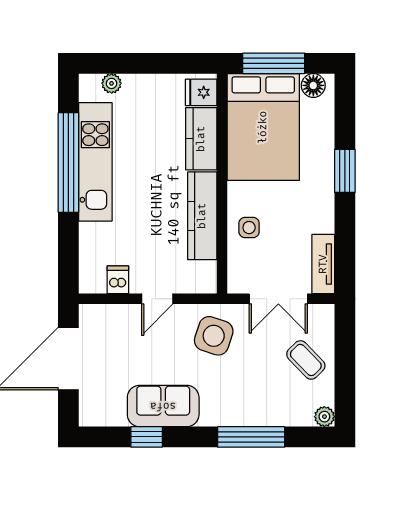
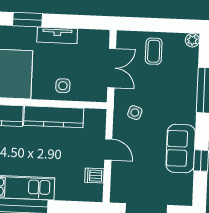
tv unit: (323, 264) -> (57, 35), moved
side table: (214, 336) -> (135, 113), width x0.54, depth x0.54
coffee table: (306, 360) -> (154, 51), turned -46

